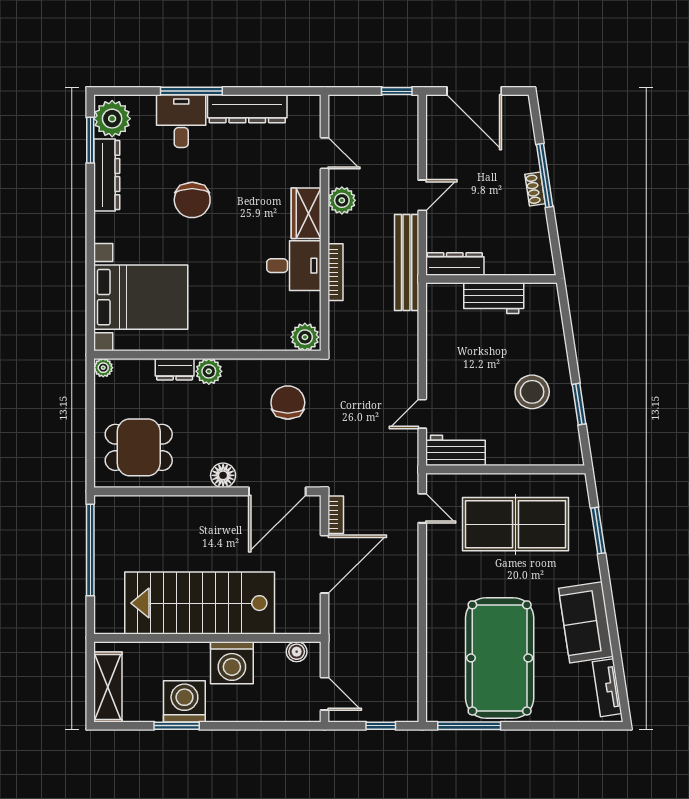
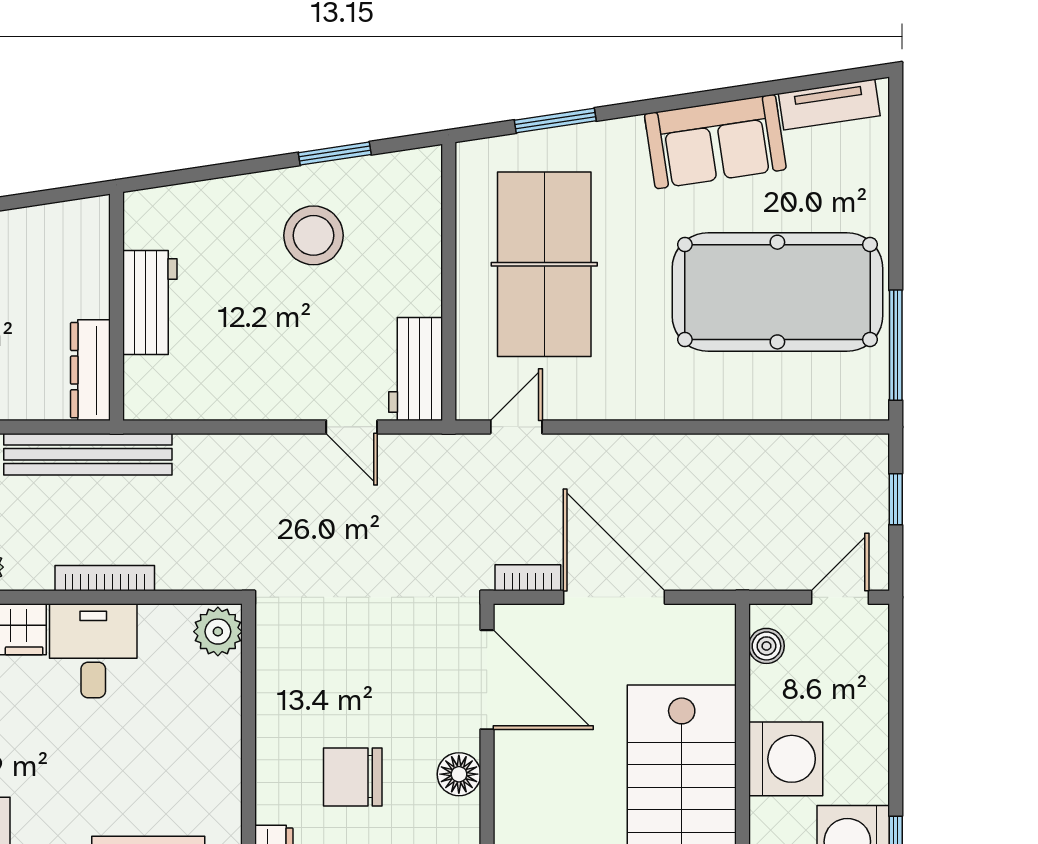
plant: (209, 371) -> (278, 799), removed
chair: (288, 403) -> (353, 777), moved

